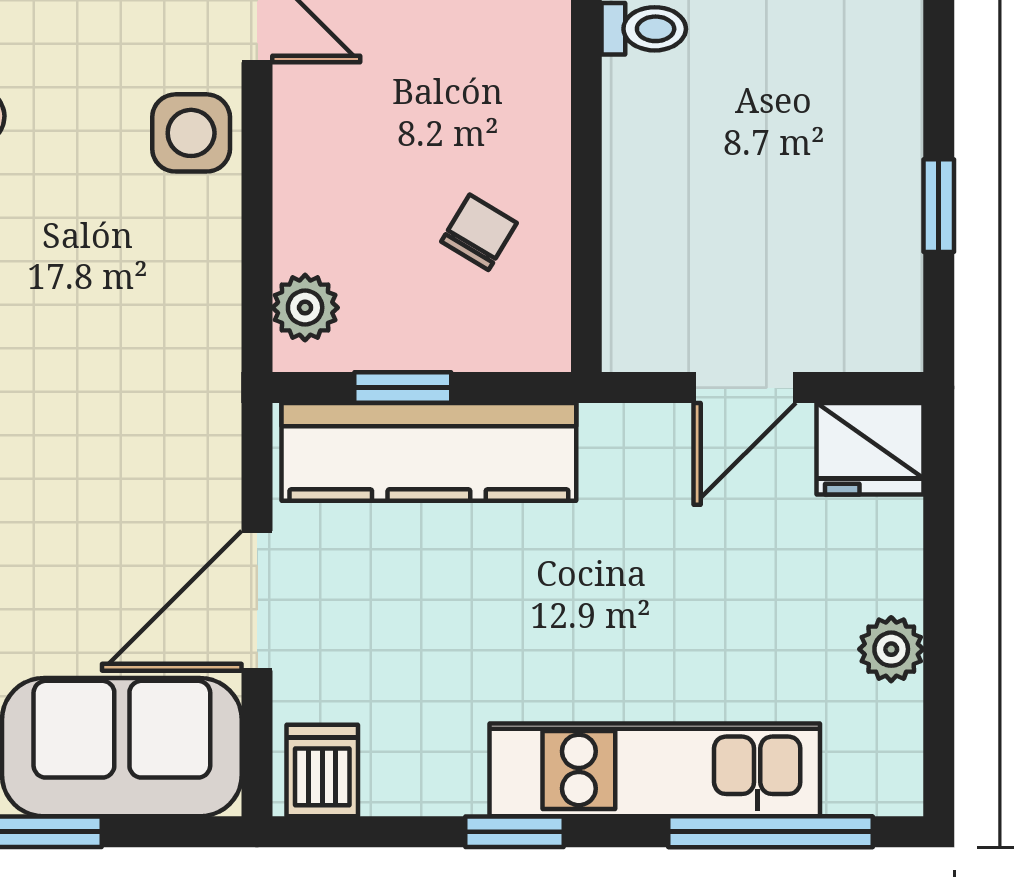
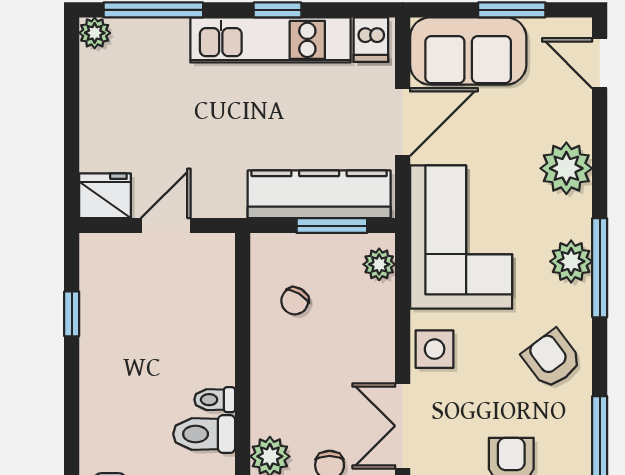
corner sofa: (136, 364) -> (461, 237), added
window: (403, 388) -> (332, 226), width x1.50
plant: (891, 649) -> (95, 33), moved
kitchen unit: (655, 770) -> (270, 40), moved

